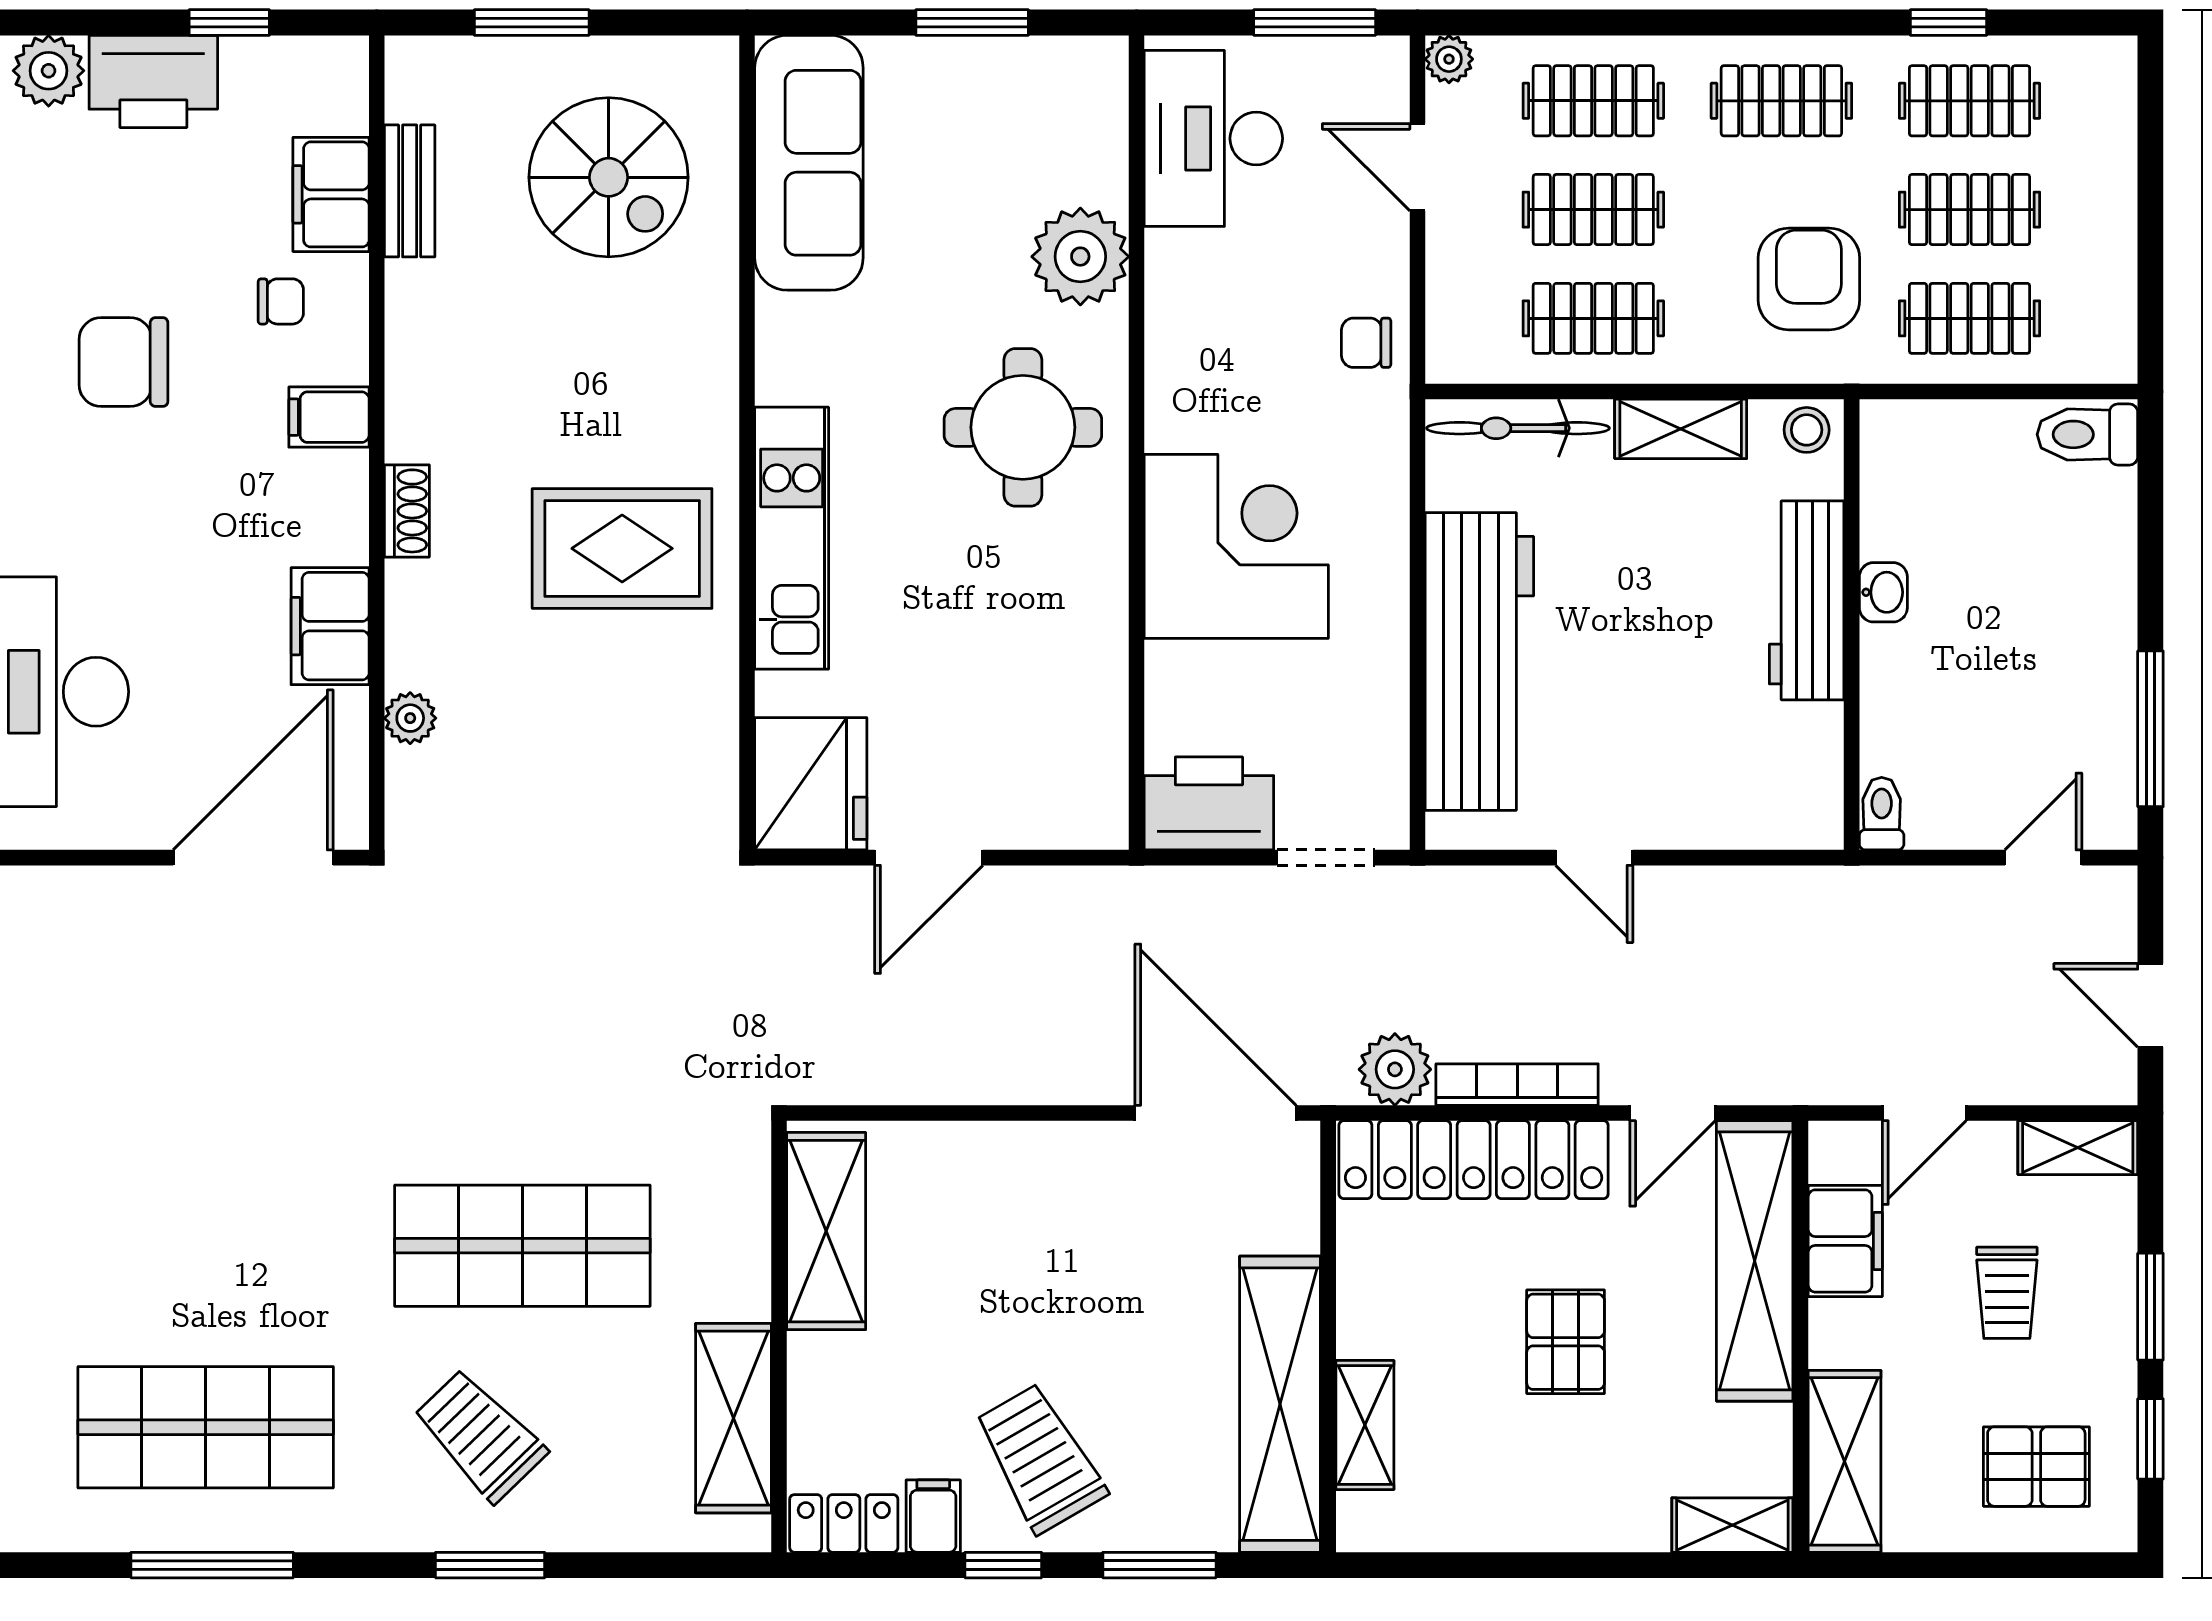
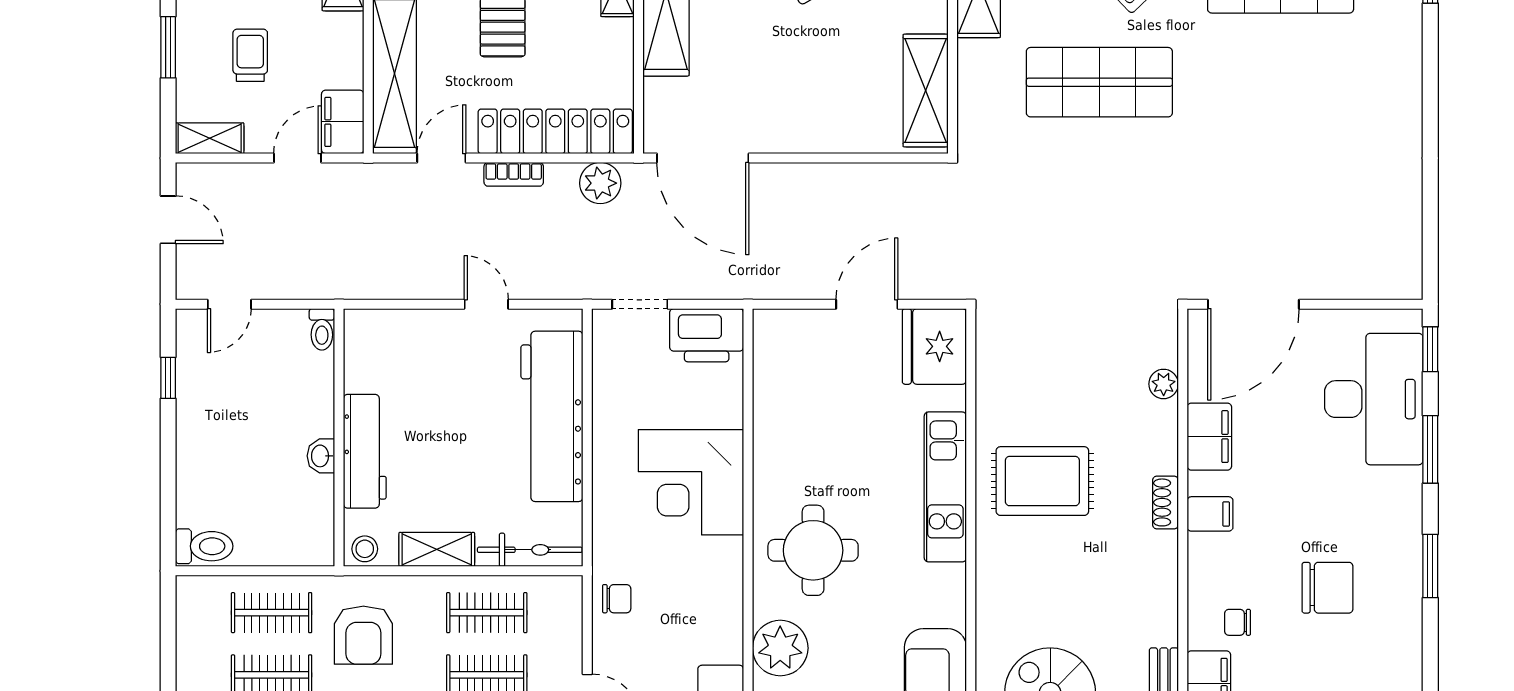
filing cabinet: (329, 417) -> (1210, 514), moved
window: (2150, 729) -> (168, 378), width x0.46
bookcase: (1517, 1085) -> (514, 174), width x0.64
filing cabinet: (1845, 1241) -> (343, 122), moved

